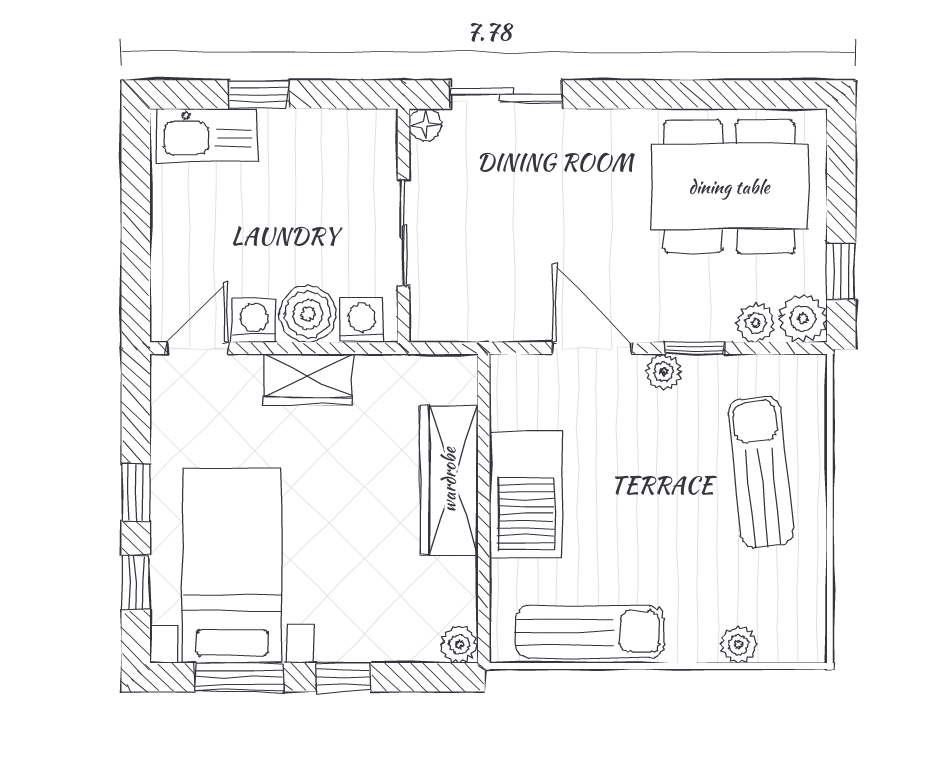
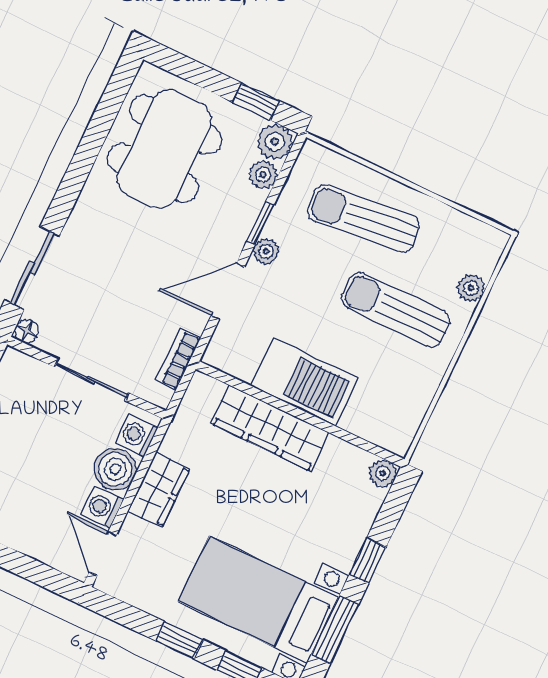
bookcase: (480, 327) -> (178, 359), added
sun lounger: (590, 632) -> (396, 310), moved, turned -90

